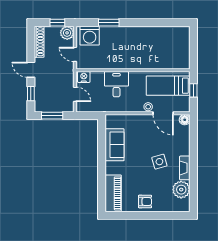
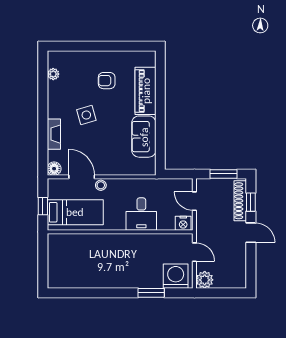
window: (57, 23) -> (217, 293), removed
shoe rack: (39, 42) -> (240, 201), moved
fireplace: (185, 168) -> (54, 134), moved
plant: (181, 190) -> (53, 74), width x0.53, depth x0.53
piano: (113, 193) -> (146, 91), moved
armchair: (145, 202) -> (107, 81), moved

